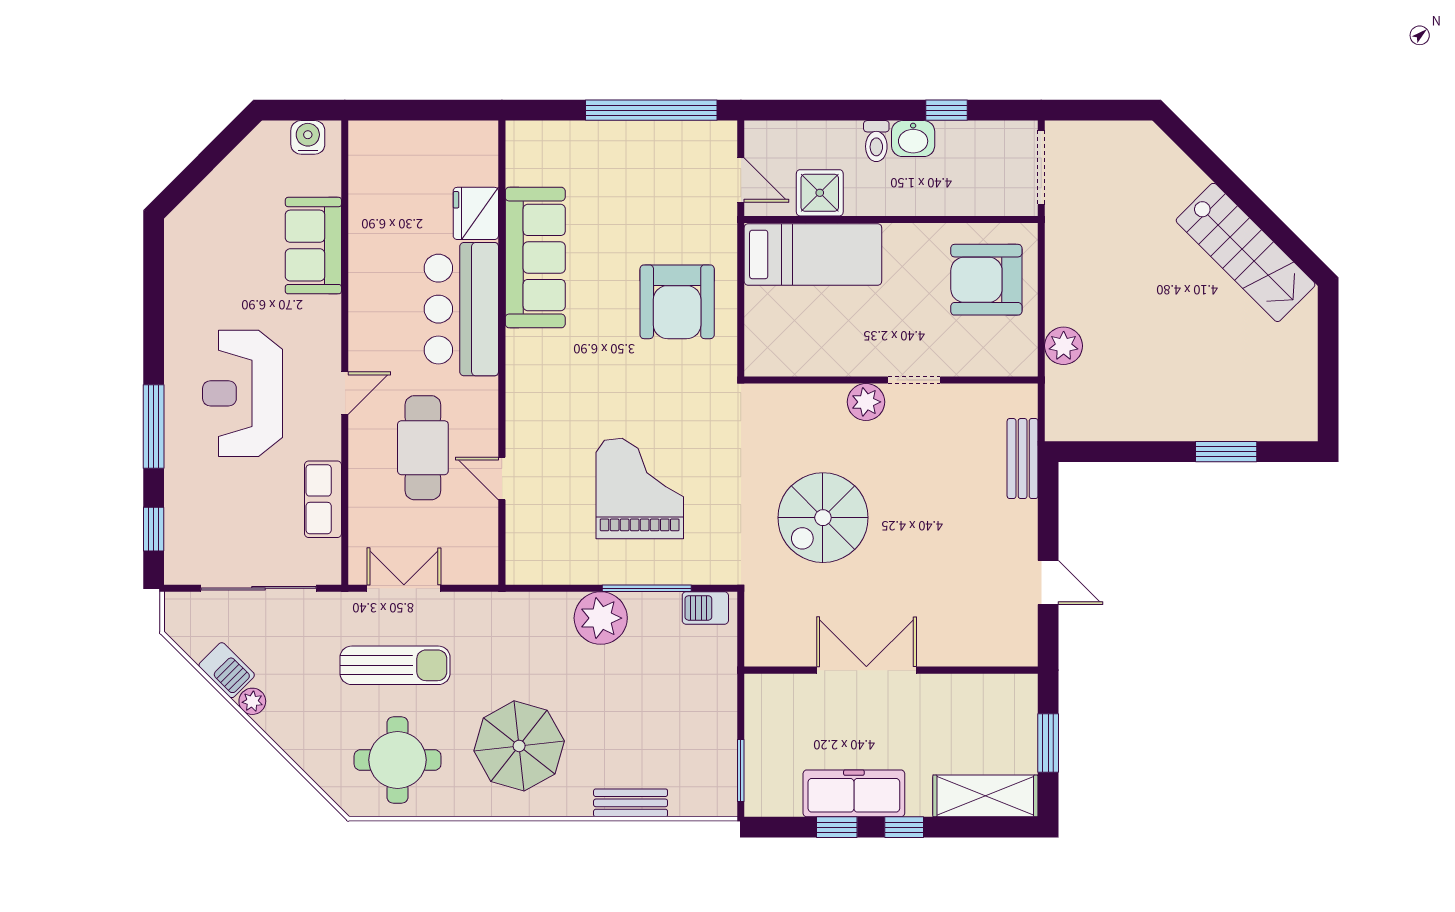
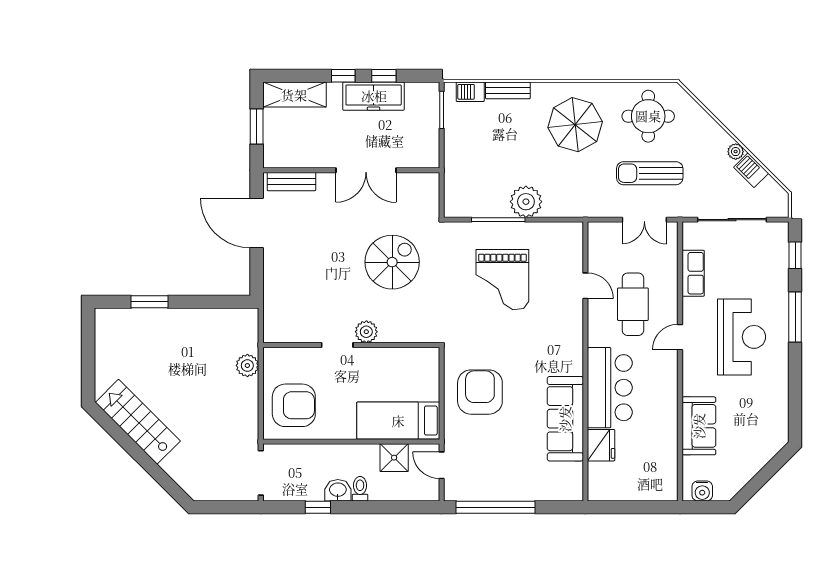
bench: (1023, 459) -> (291, 182), moved, turned 90
door: (1048, 583) -> (257, 223), width x1.88
barbecue: (705, 608) -> (470, 92), moved, turned 180

